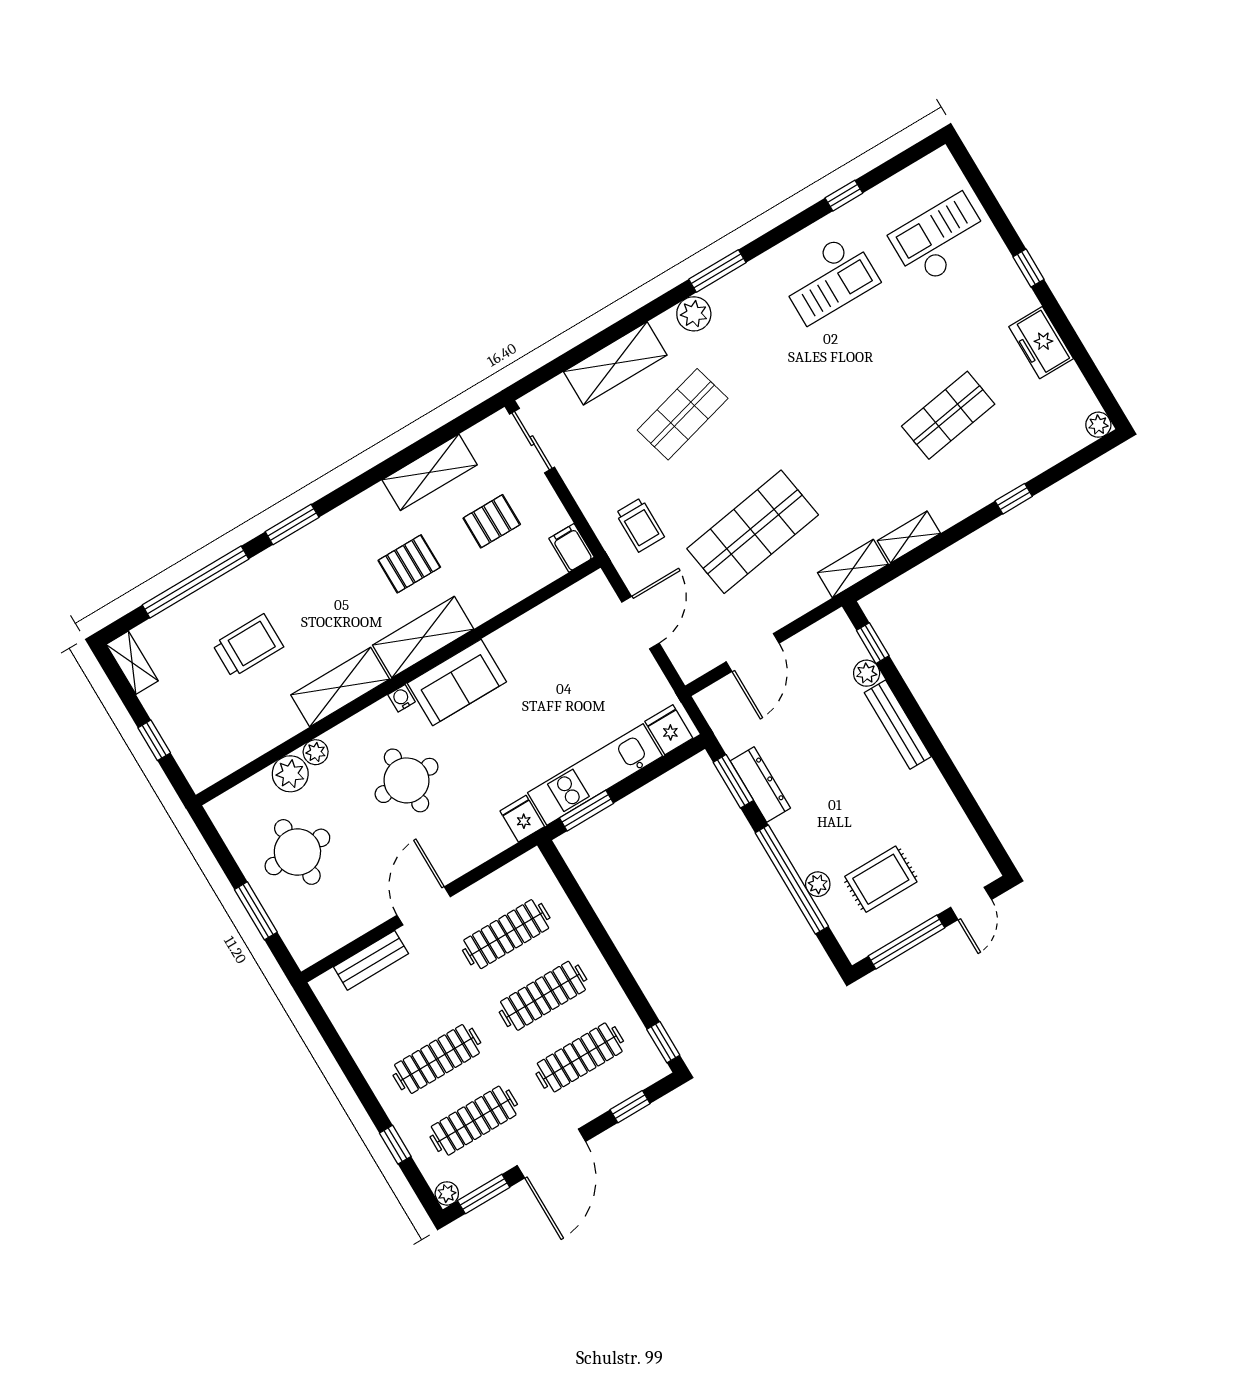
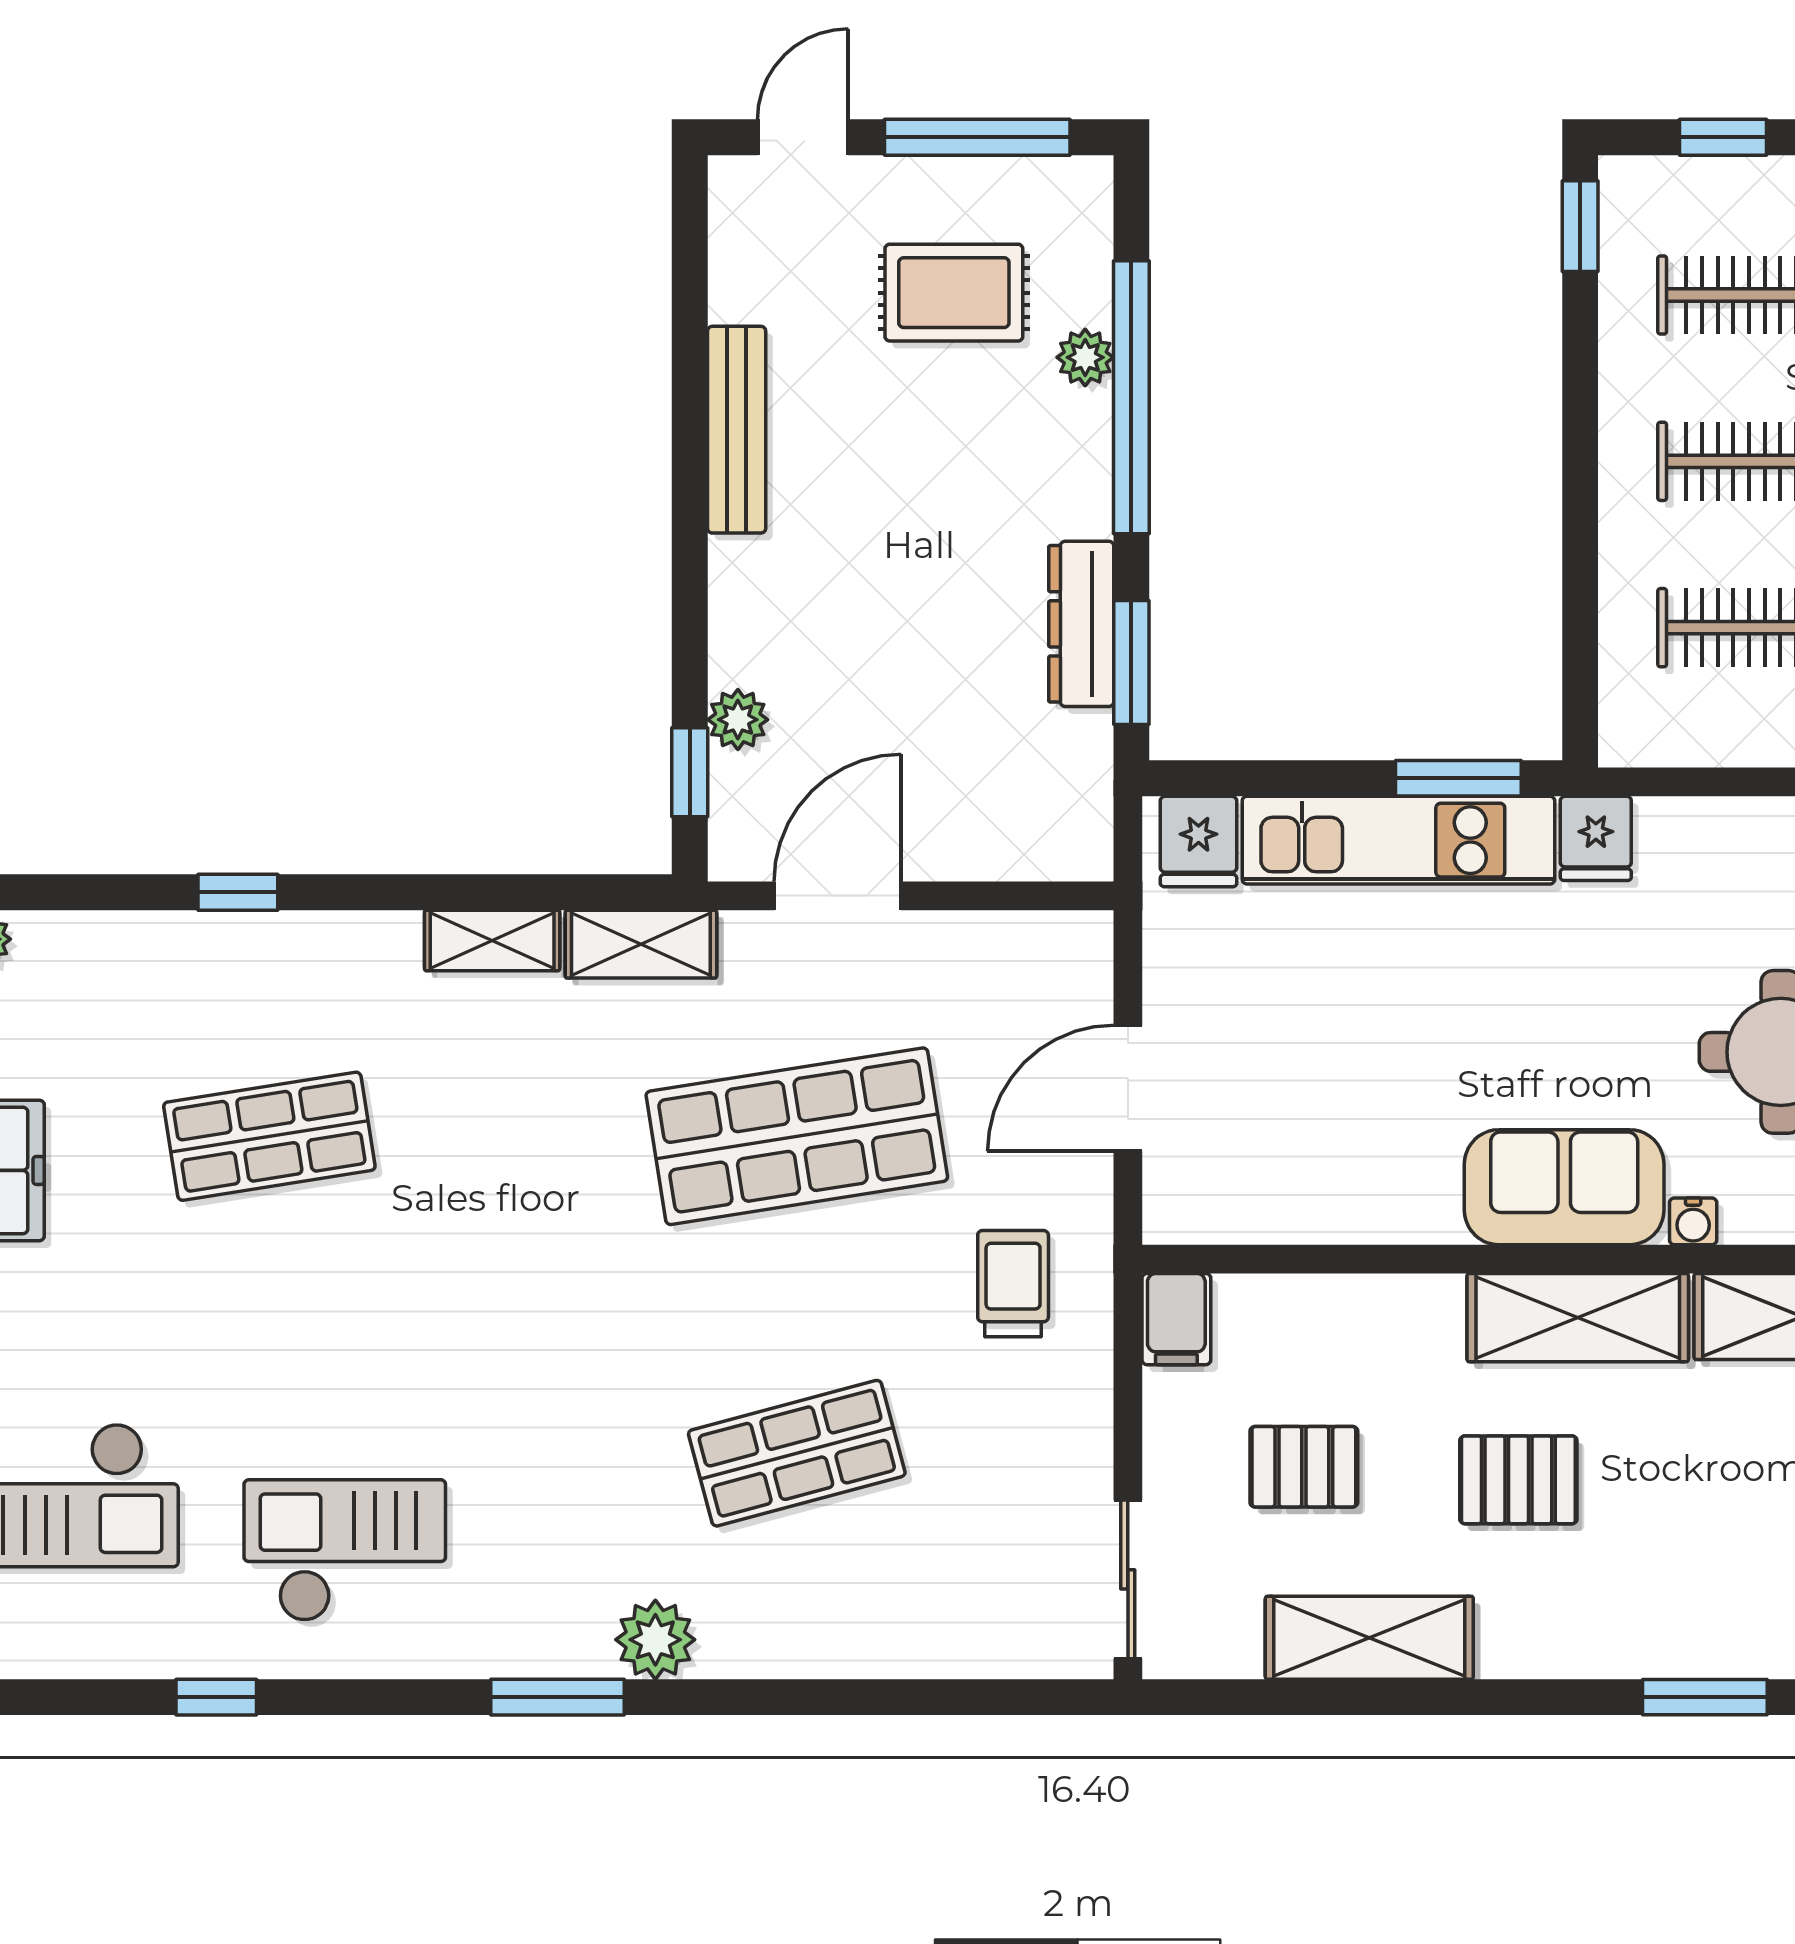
shelving: (615, 363) -> (870, 1634), removed
door: (753, 652) -> (838, 896), moved
bench: (898, 725) -> (737, 430), moved

